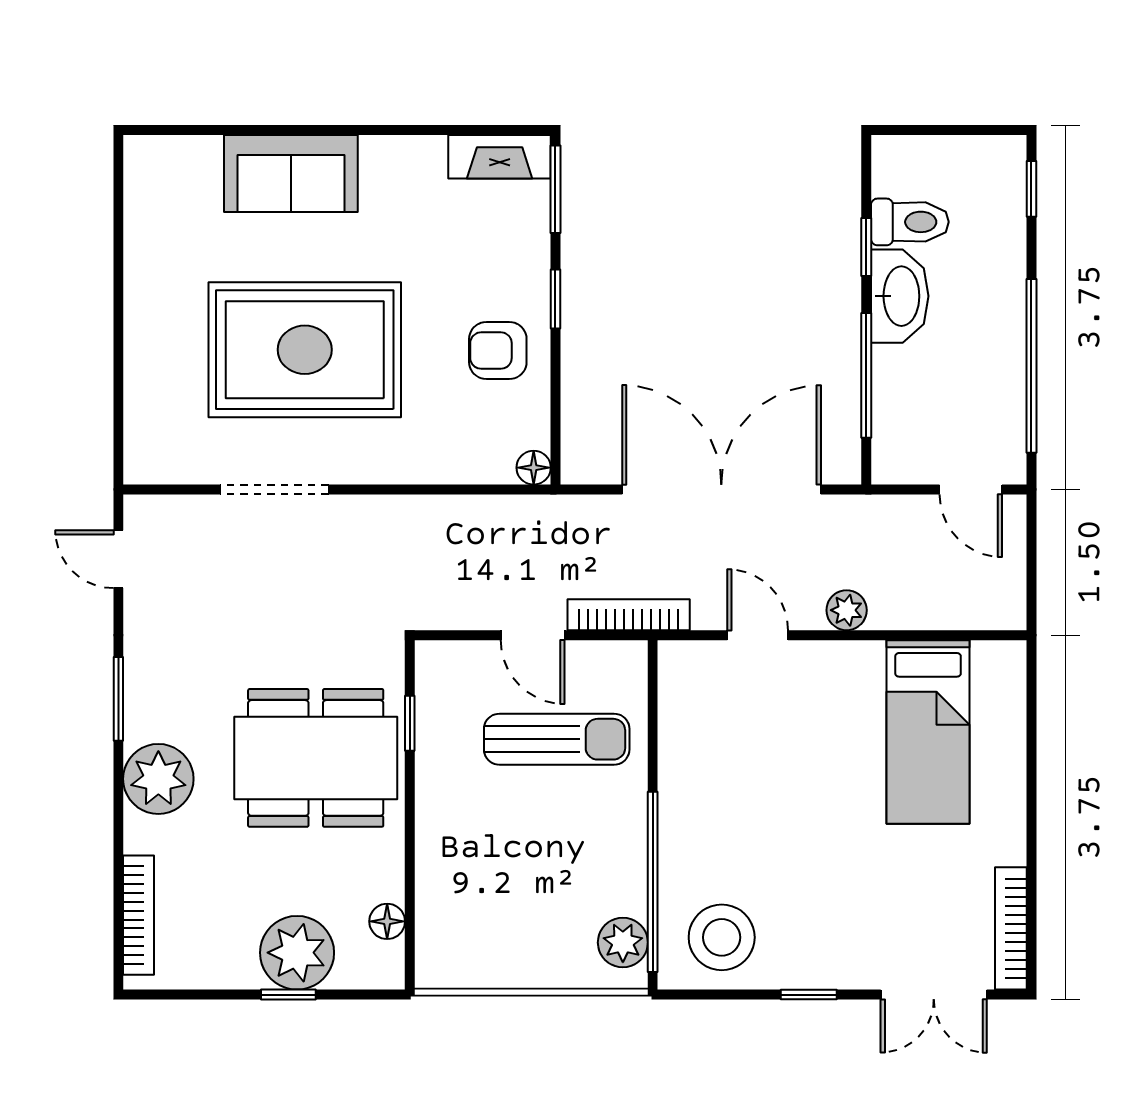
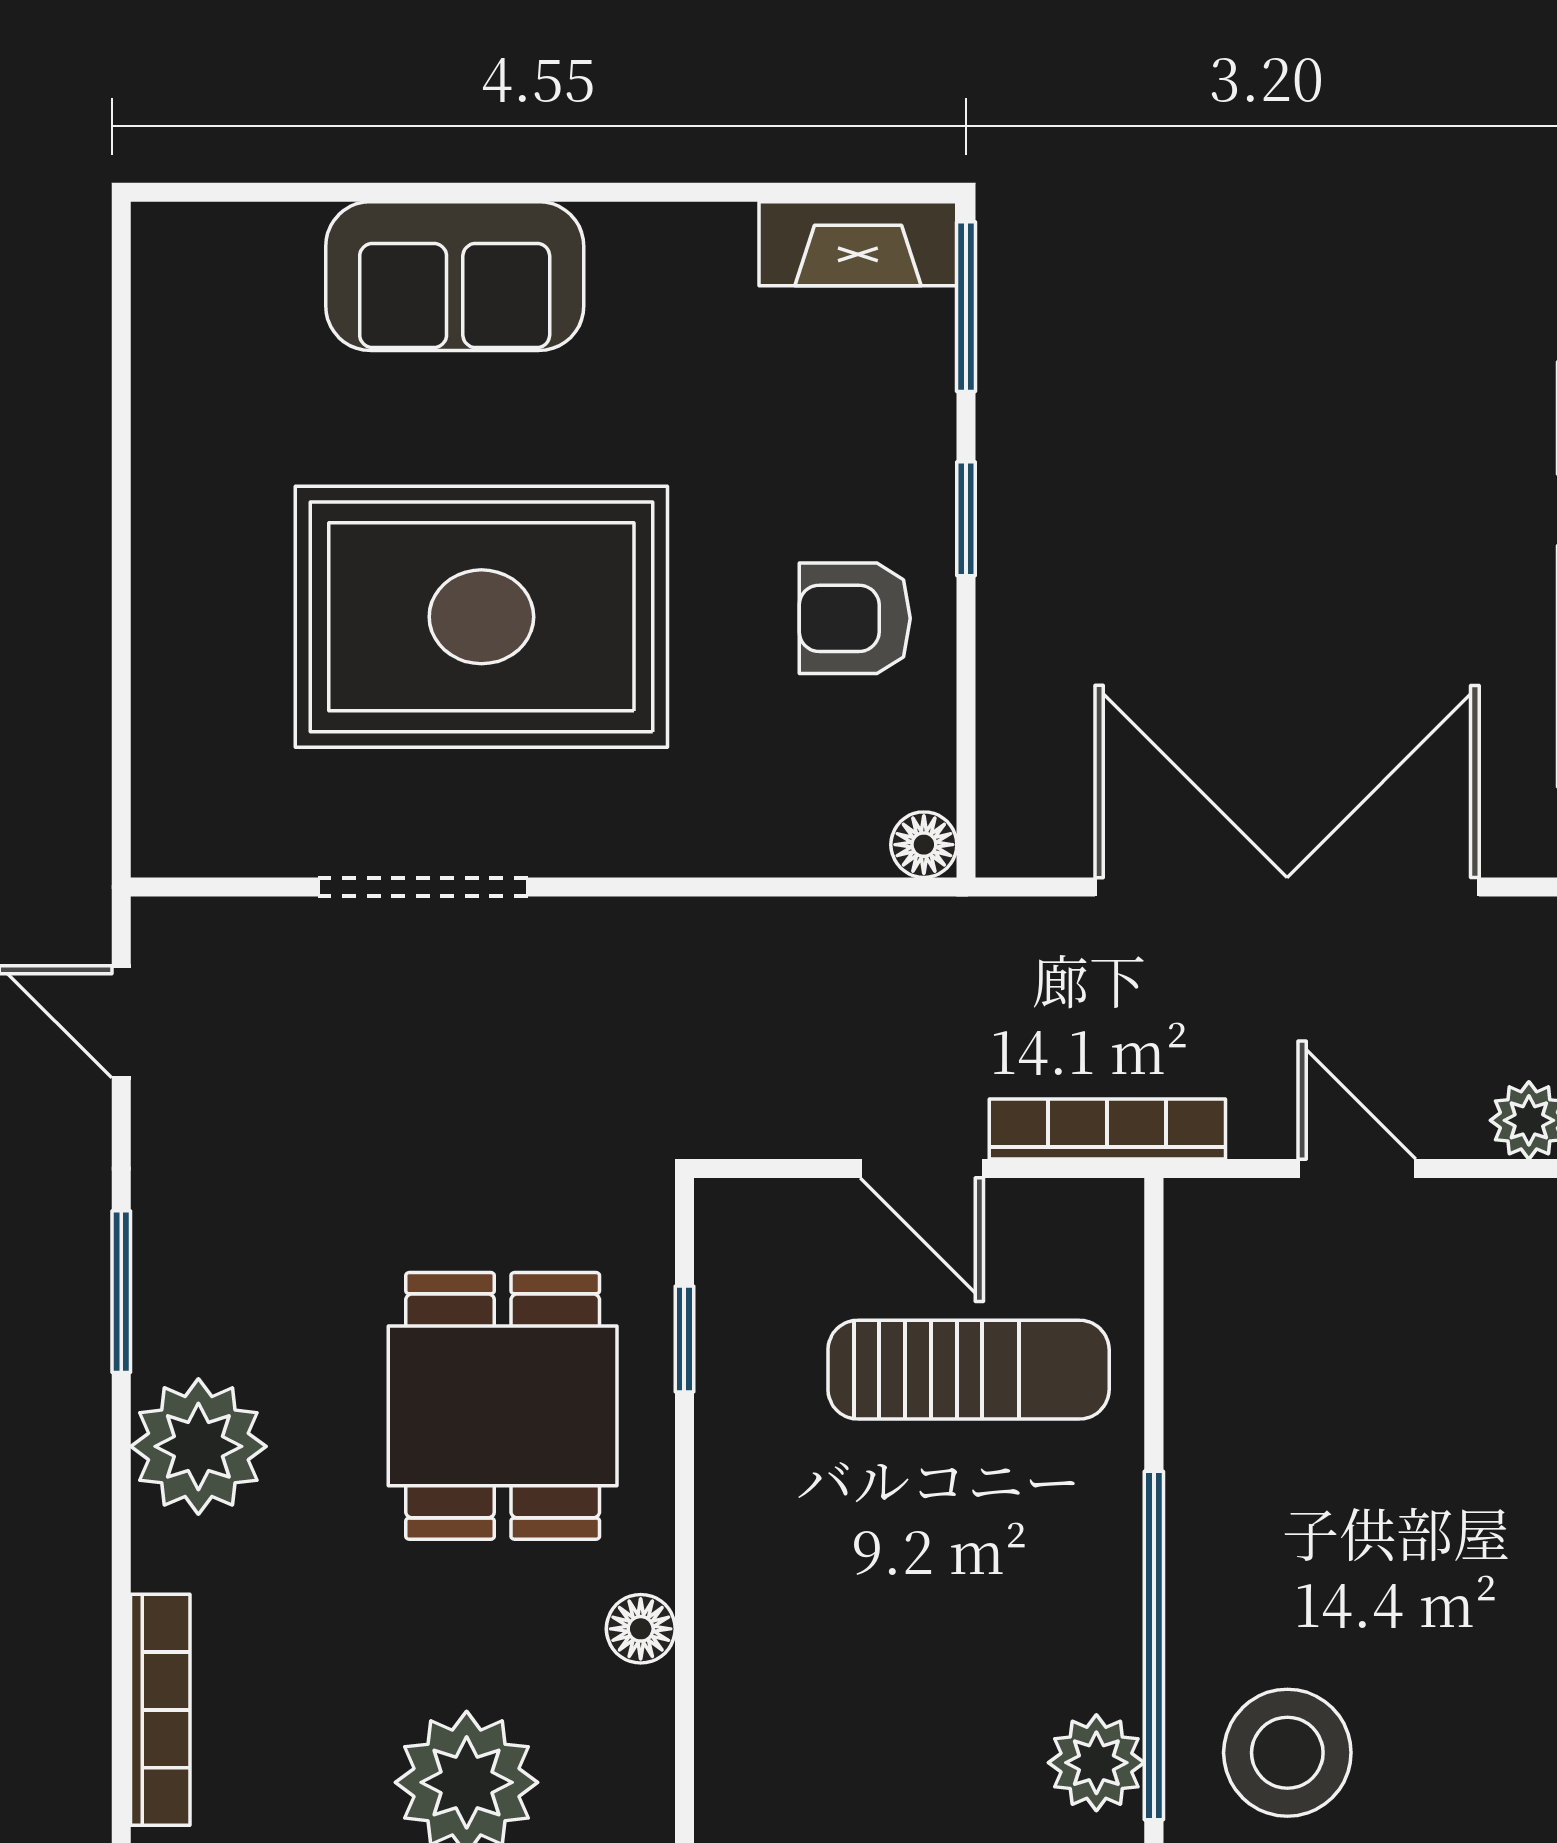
dining table: (316, 758) -> (503, 1406), width x0.73
floor lamp: (387, 921) -> (641, 1629), moved

